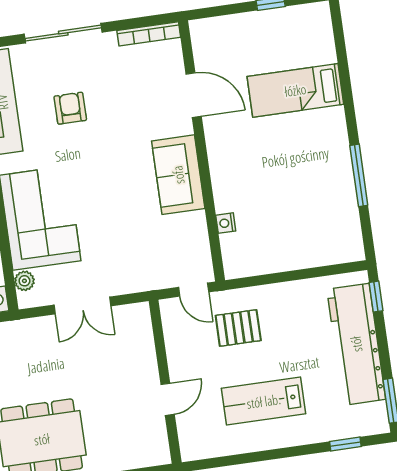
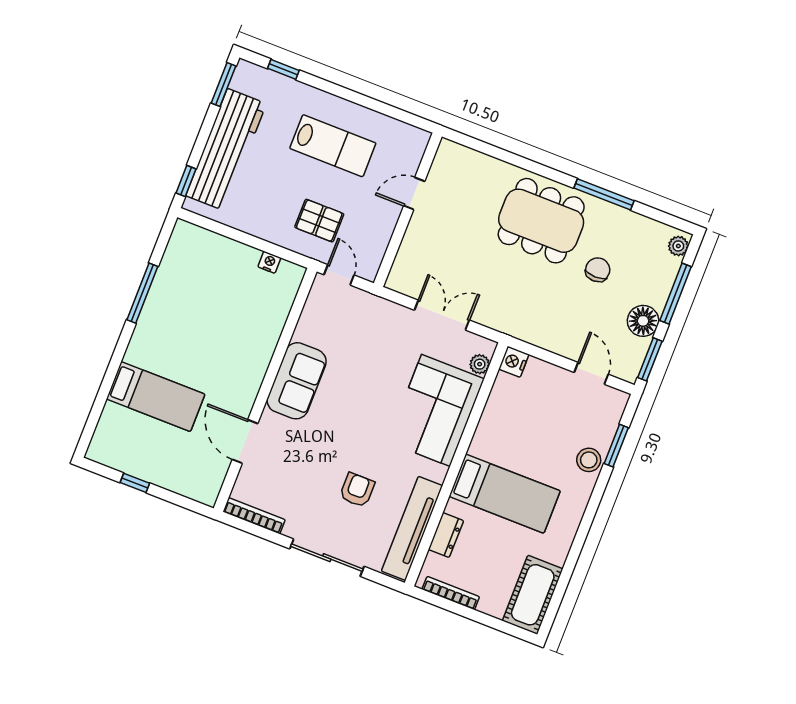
armchair: (70, 108) -> (357, 490), turned 180
nightstand: (226, 223) -> (269, 262), moved, turned -90

